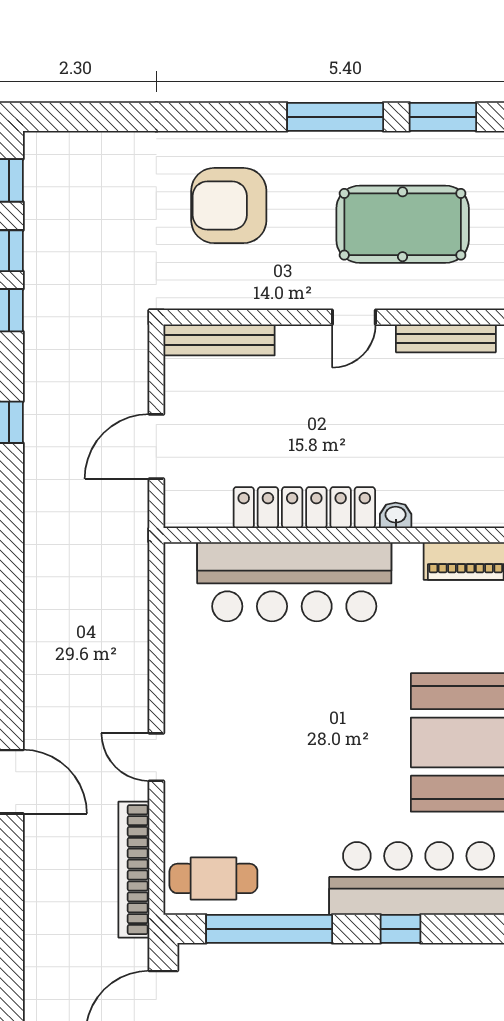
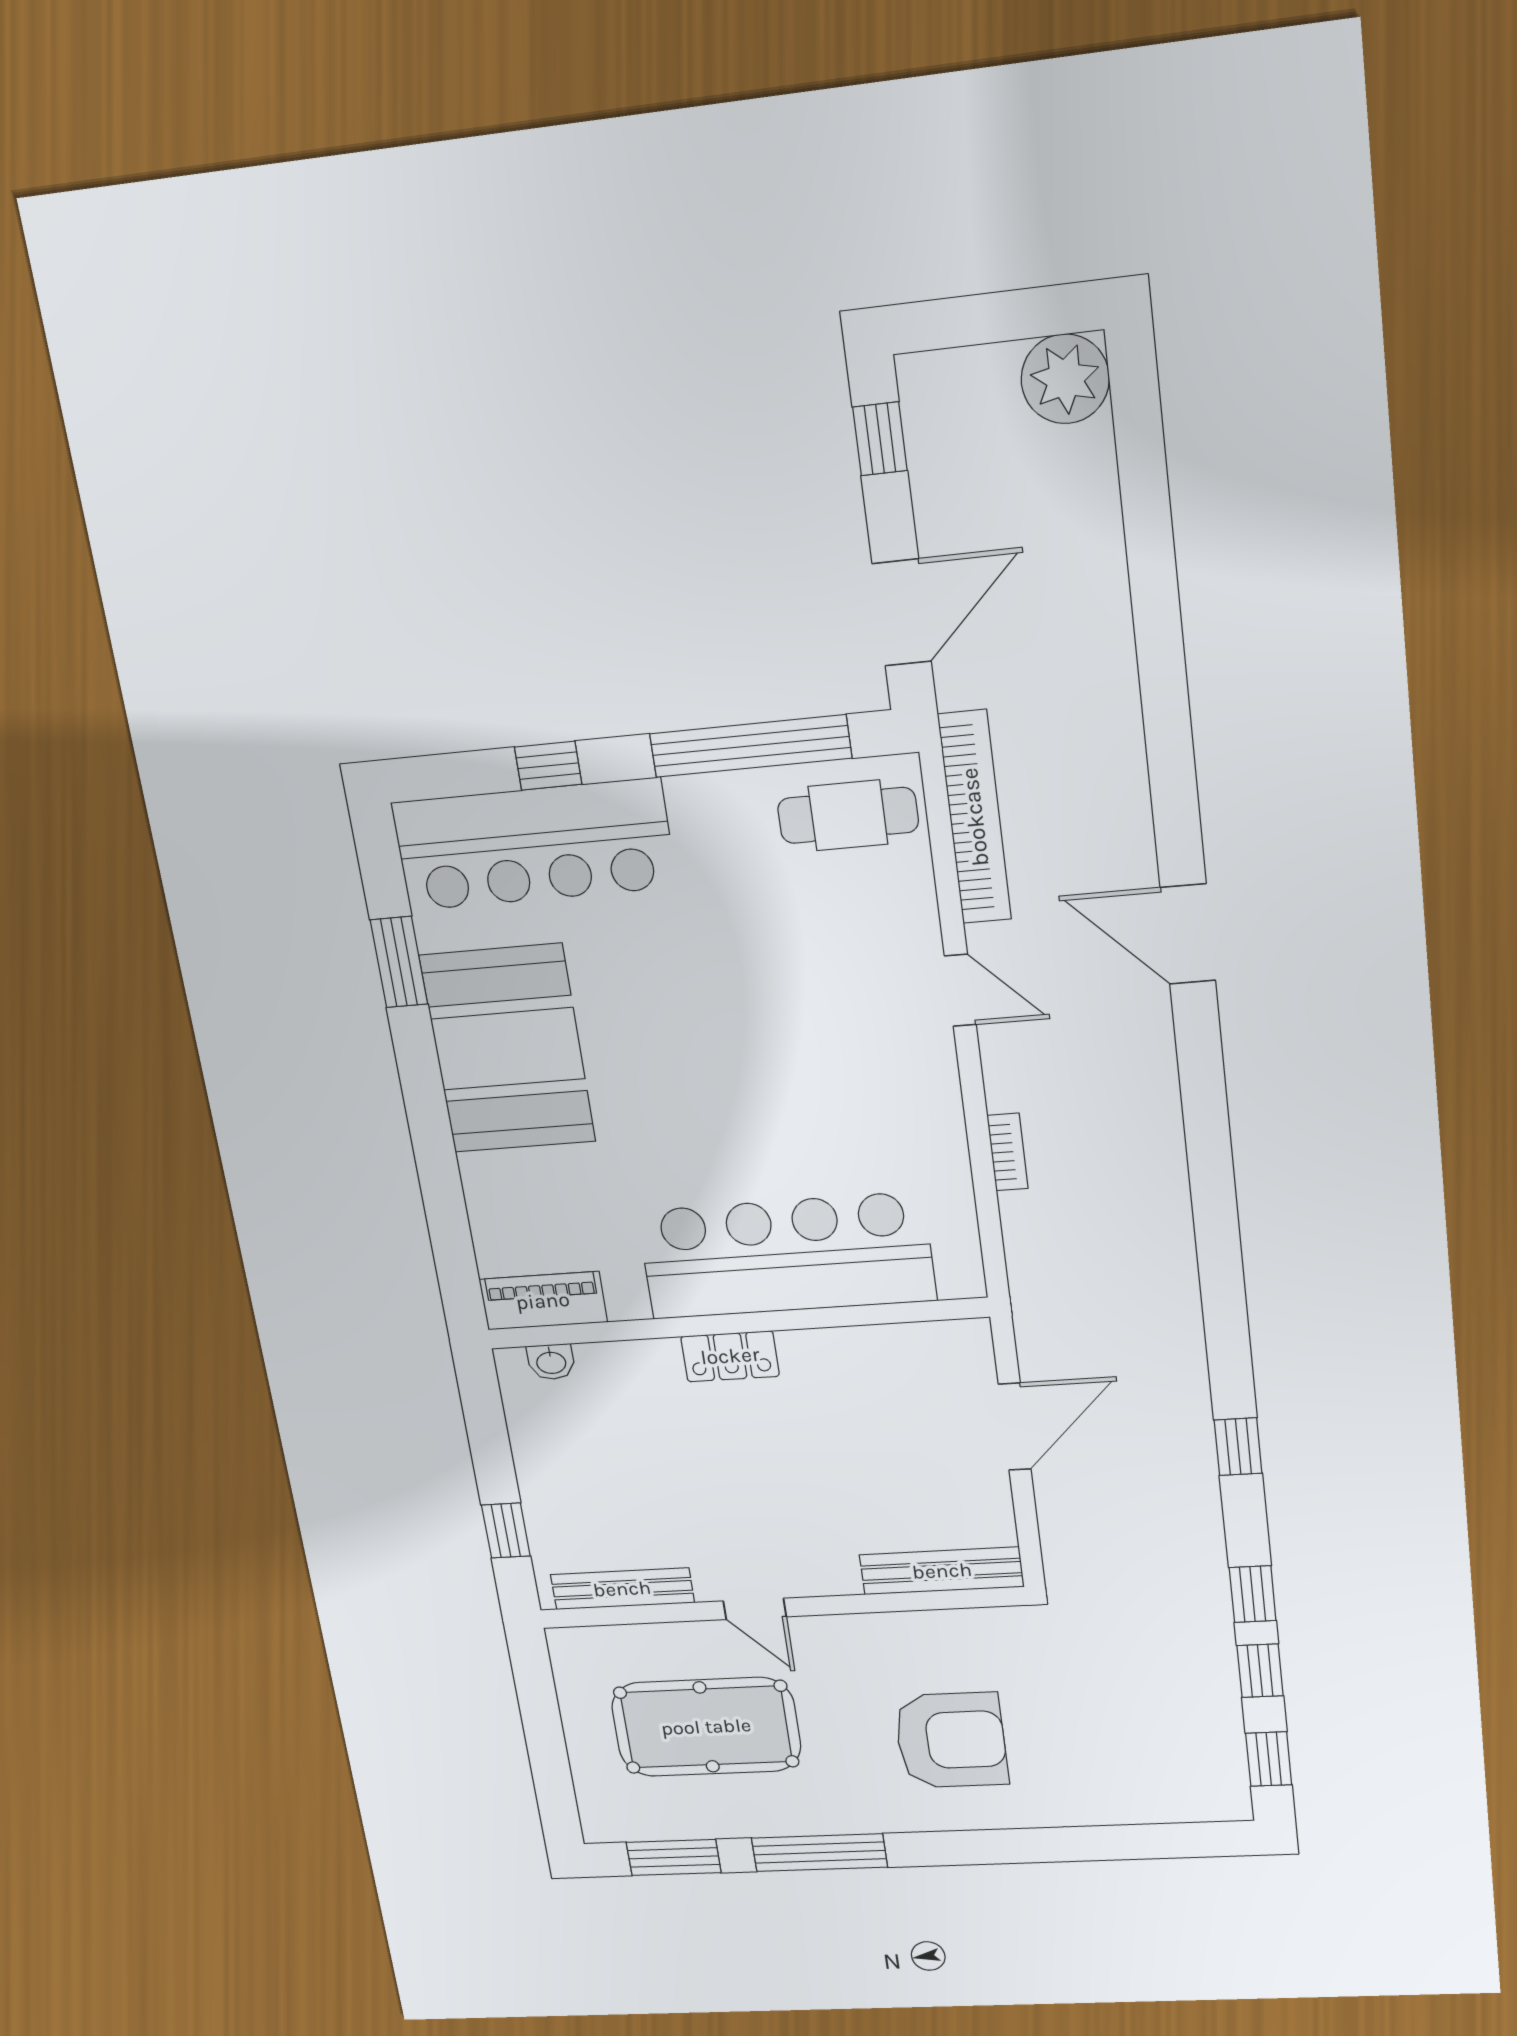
door: (354, 317) -> (755, 1609), swing flipped
locker: (304, 508) -> (730, 1356), width x0.46, depth x0.83
washbasin: (396, 515) -> (551, 1362), moved
bookcase: (139, 644) -> (1007, 1152), added

